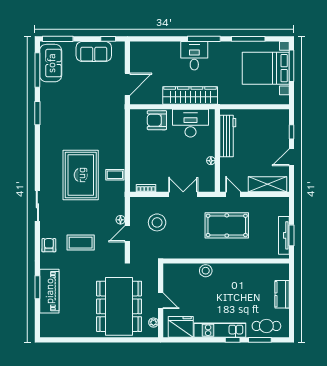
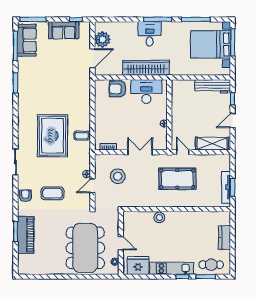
plant: (139, 62) -> (102, 39), added
workbench: (228, 136) -> (213, 86), moved, turned 90

